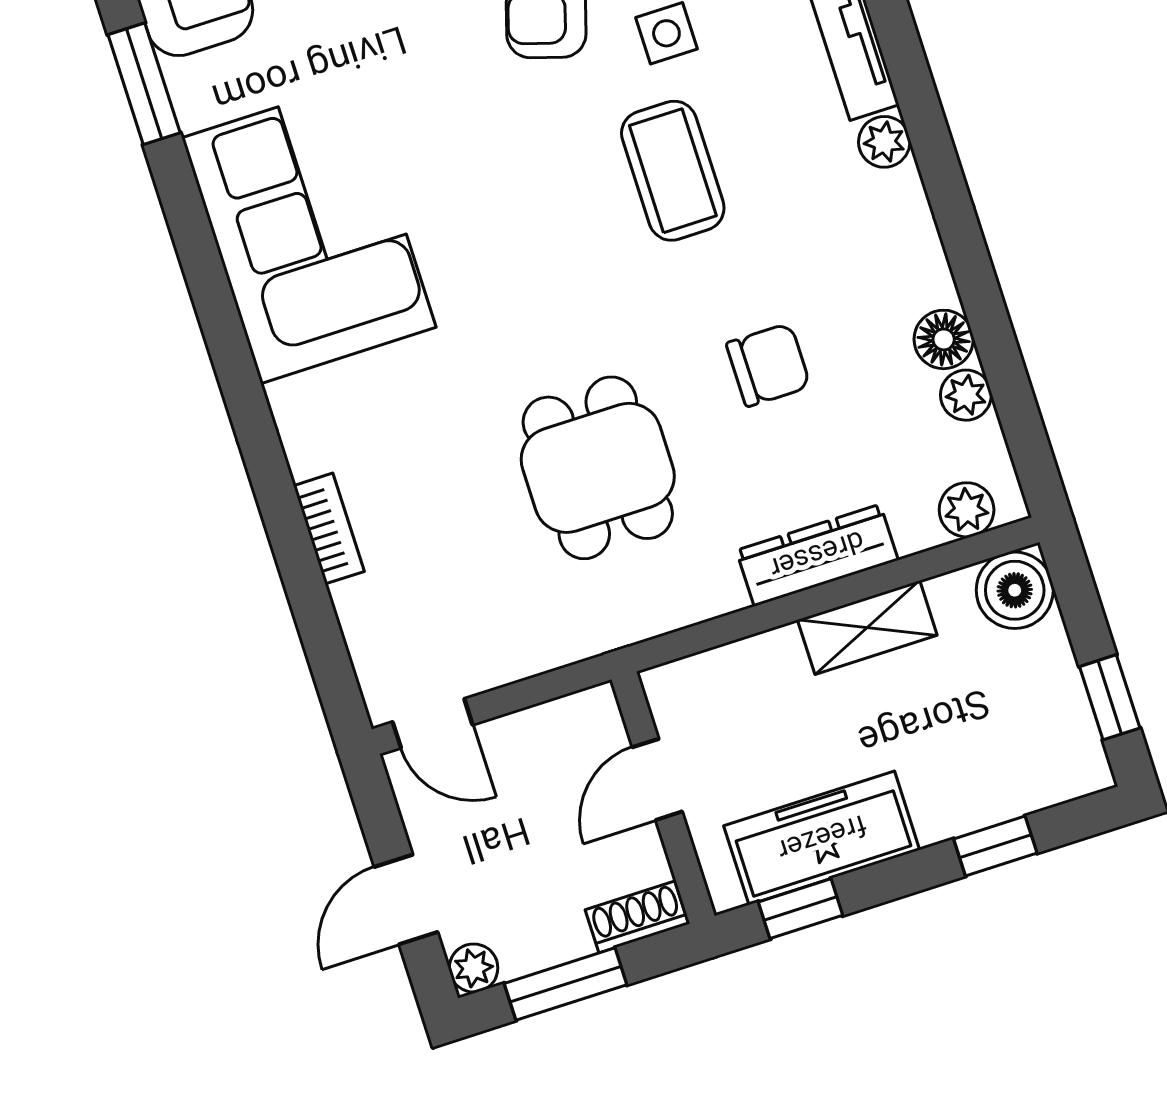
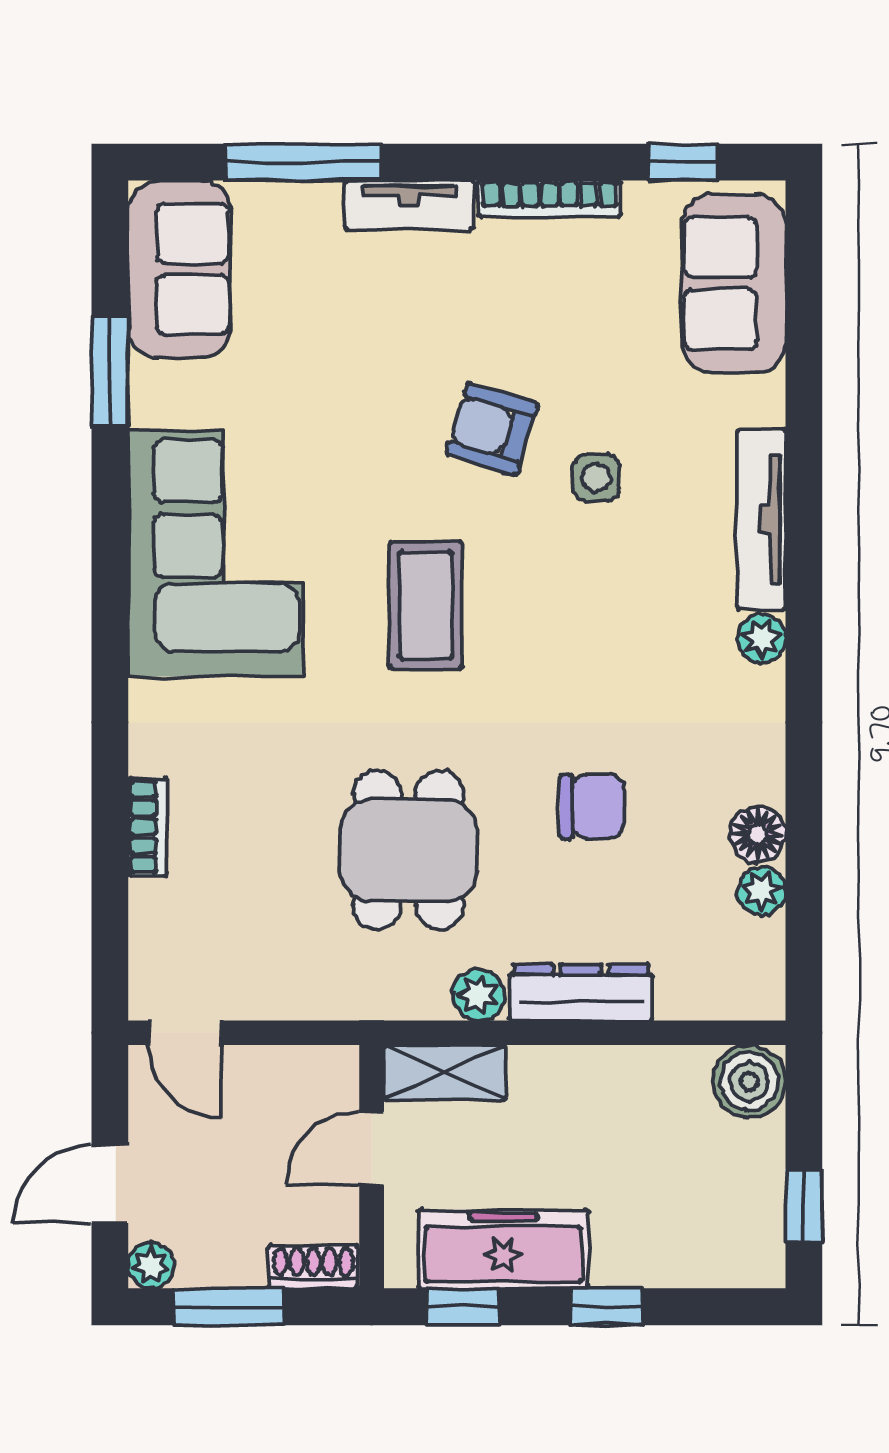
coffee table: (673, 171) -> (426, 605), moved
plant: (967, 510) -> (479, 995), moved
shelving: (867, 628) -> (445, 1072), moved
window: (995, 846) -> (607, 1307), moved

